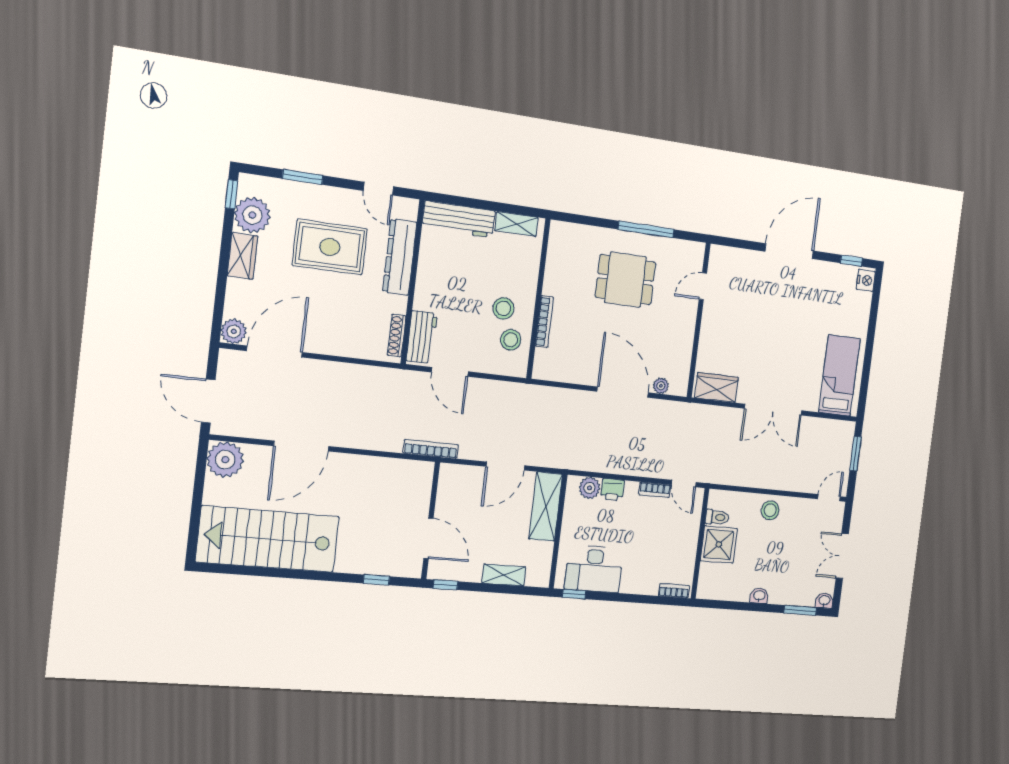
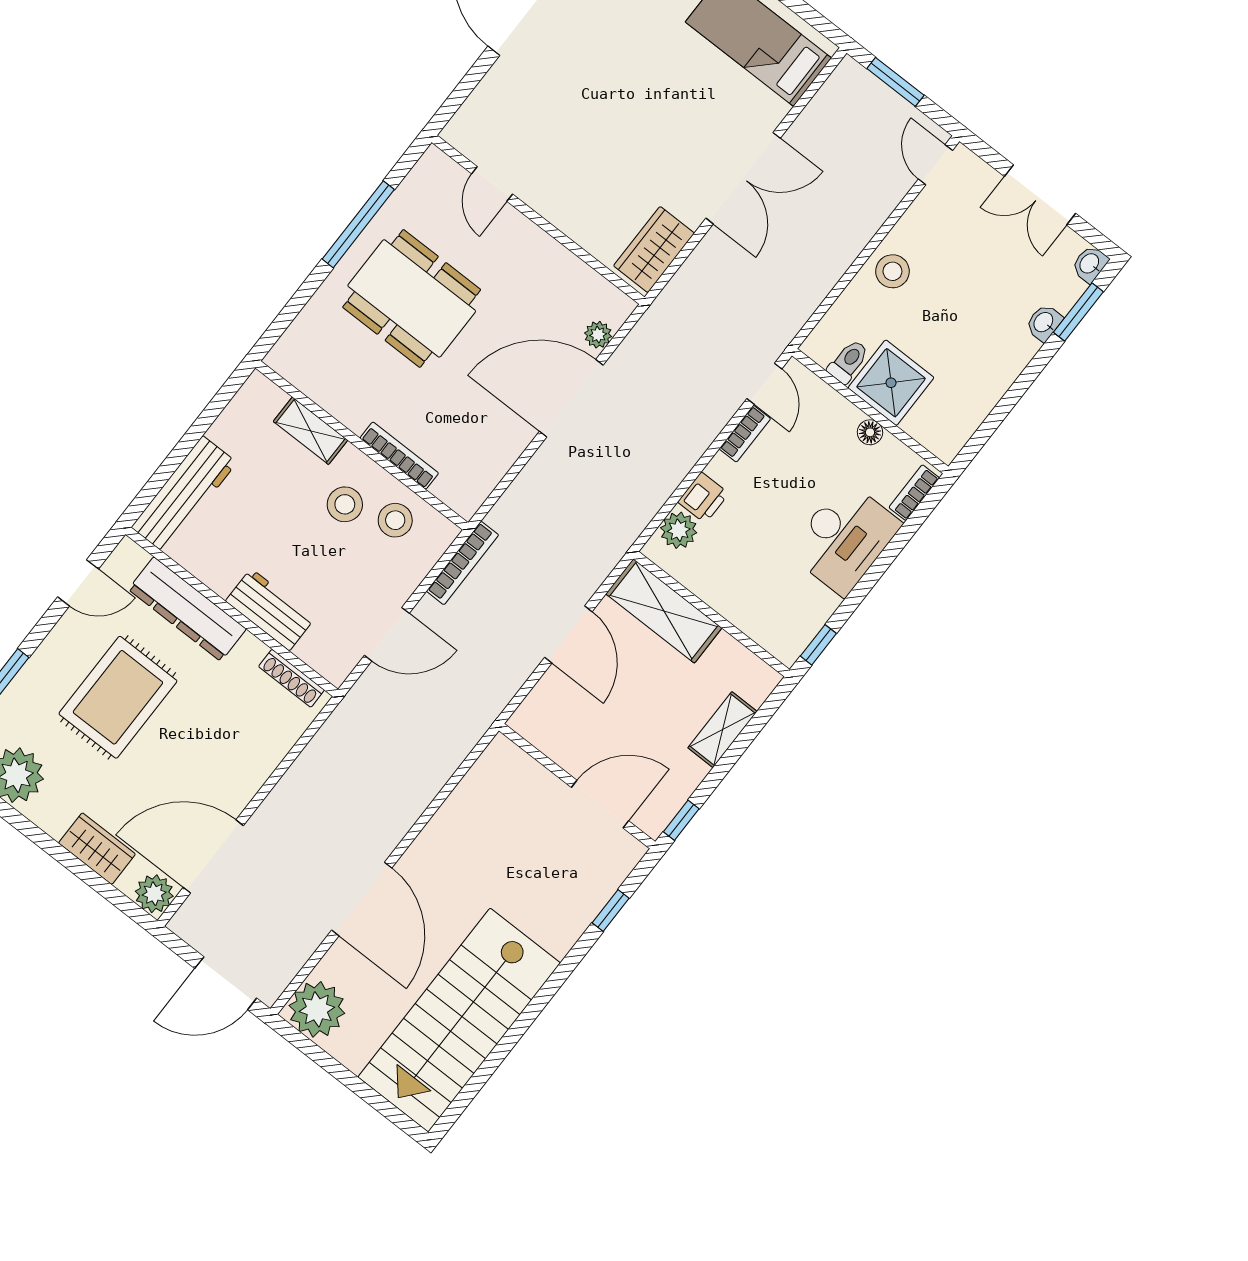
shelving: (516, 224) -> (310, 431), moved, turned 90
wardrobe: (242, 256) -> (97, 849), moved
dining table: (625, 280) -> (412, 298), width x1.37
workbench: (422, 337) -> (270, 610), moved
door: (275, 352) -> (213, 856), hinge flipped
bookcase: (431, 449) -> (462, 563), moved, turned 180
door: (684, 484) -> (764, 384), hinge flipped
floor lamp: (690, 550) -> (870, 432), added
desk: (594, 569) -> (844, 538), moved
washbasin: (759, 596) -> (1044, 323), moved

